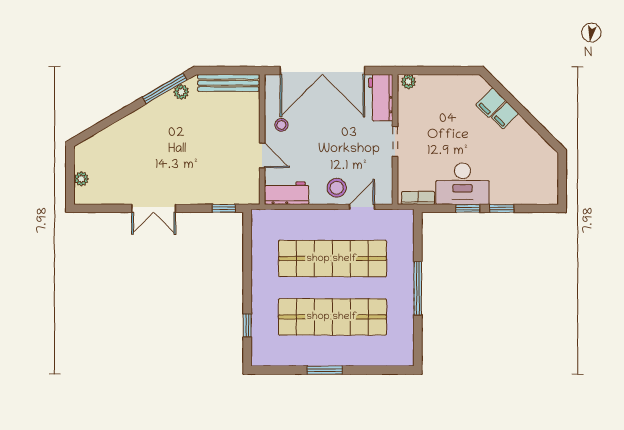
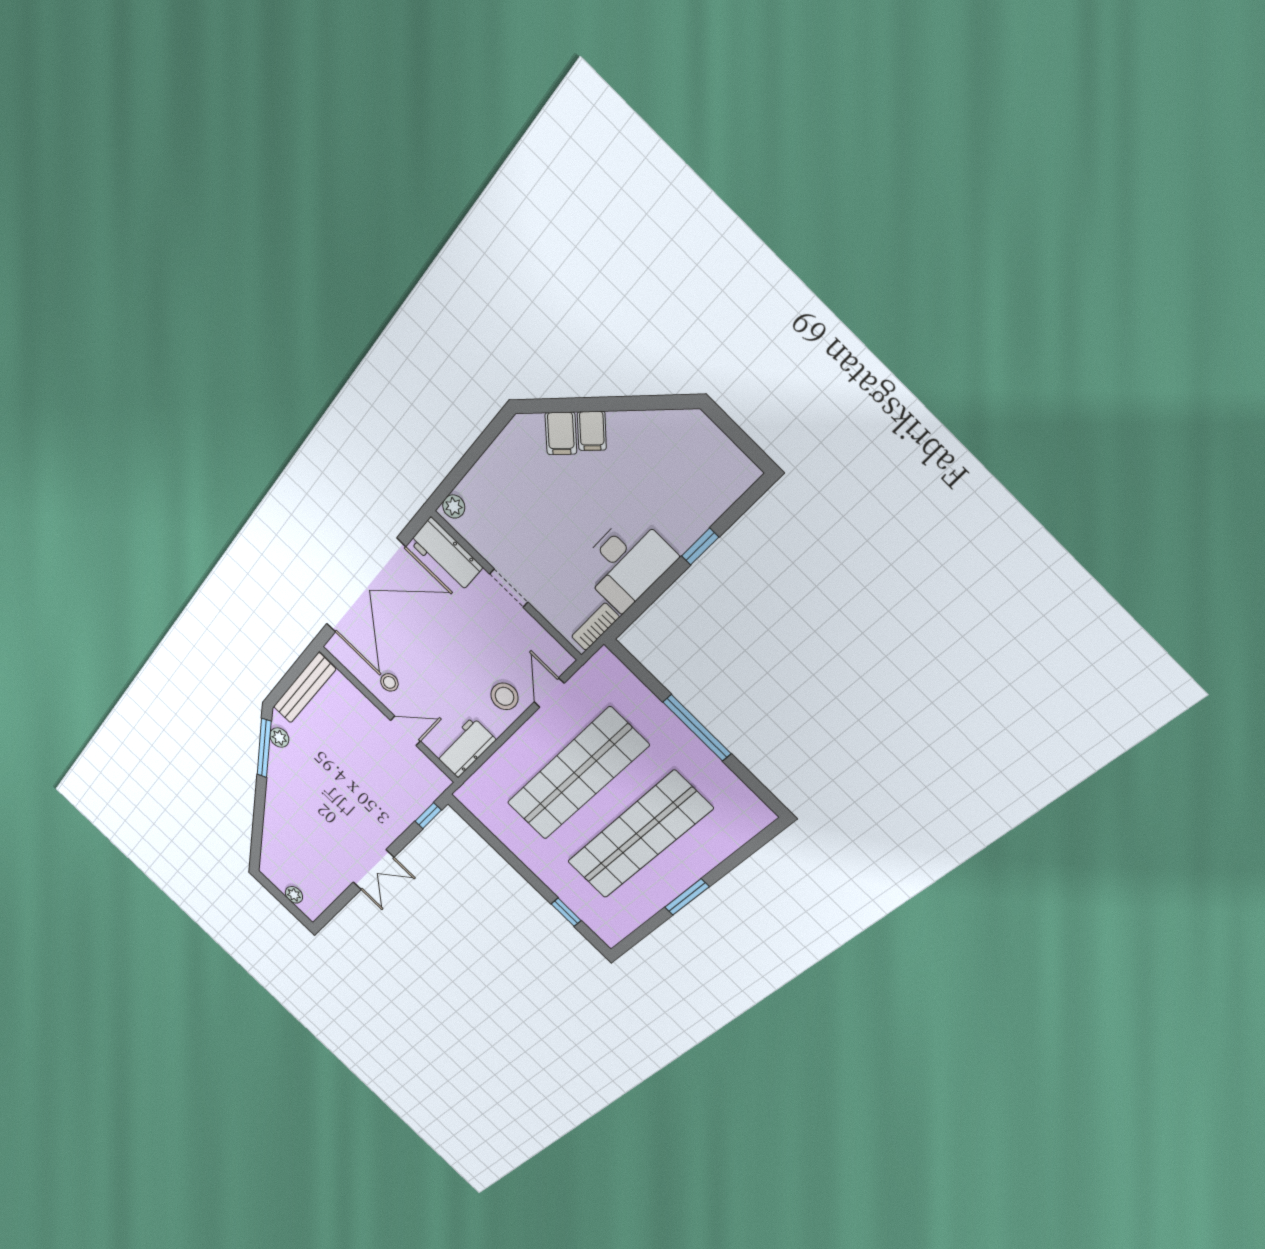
window: (468, 208) -> (661, 585), removed

